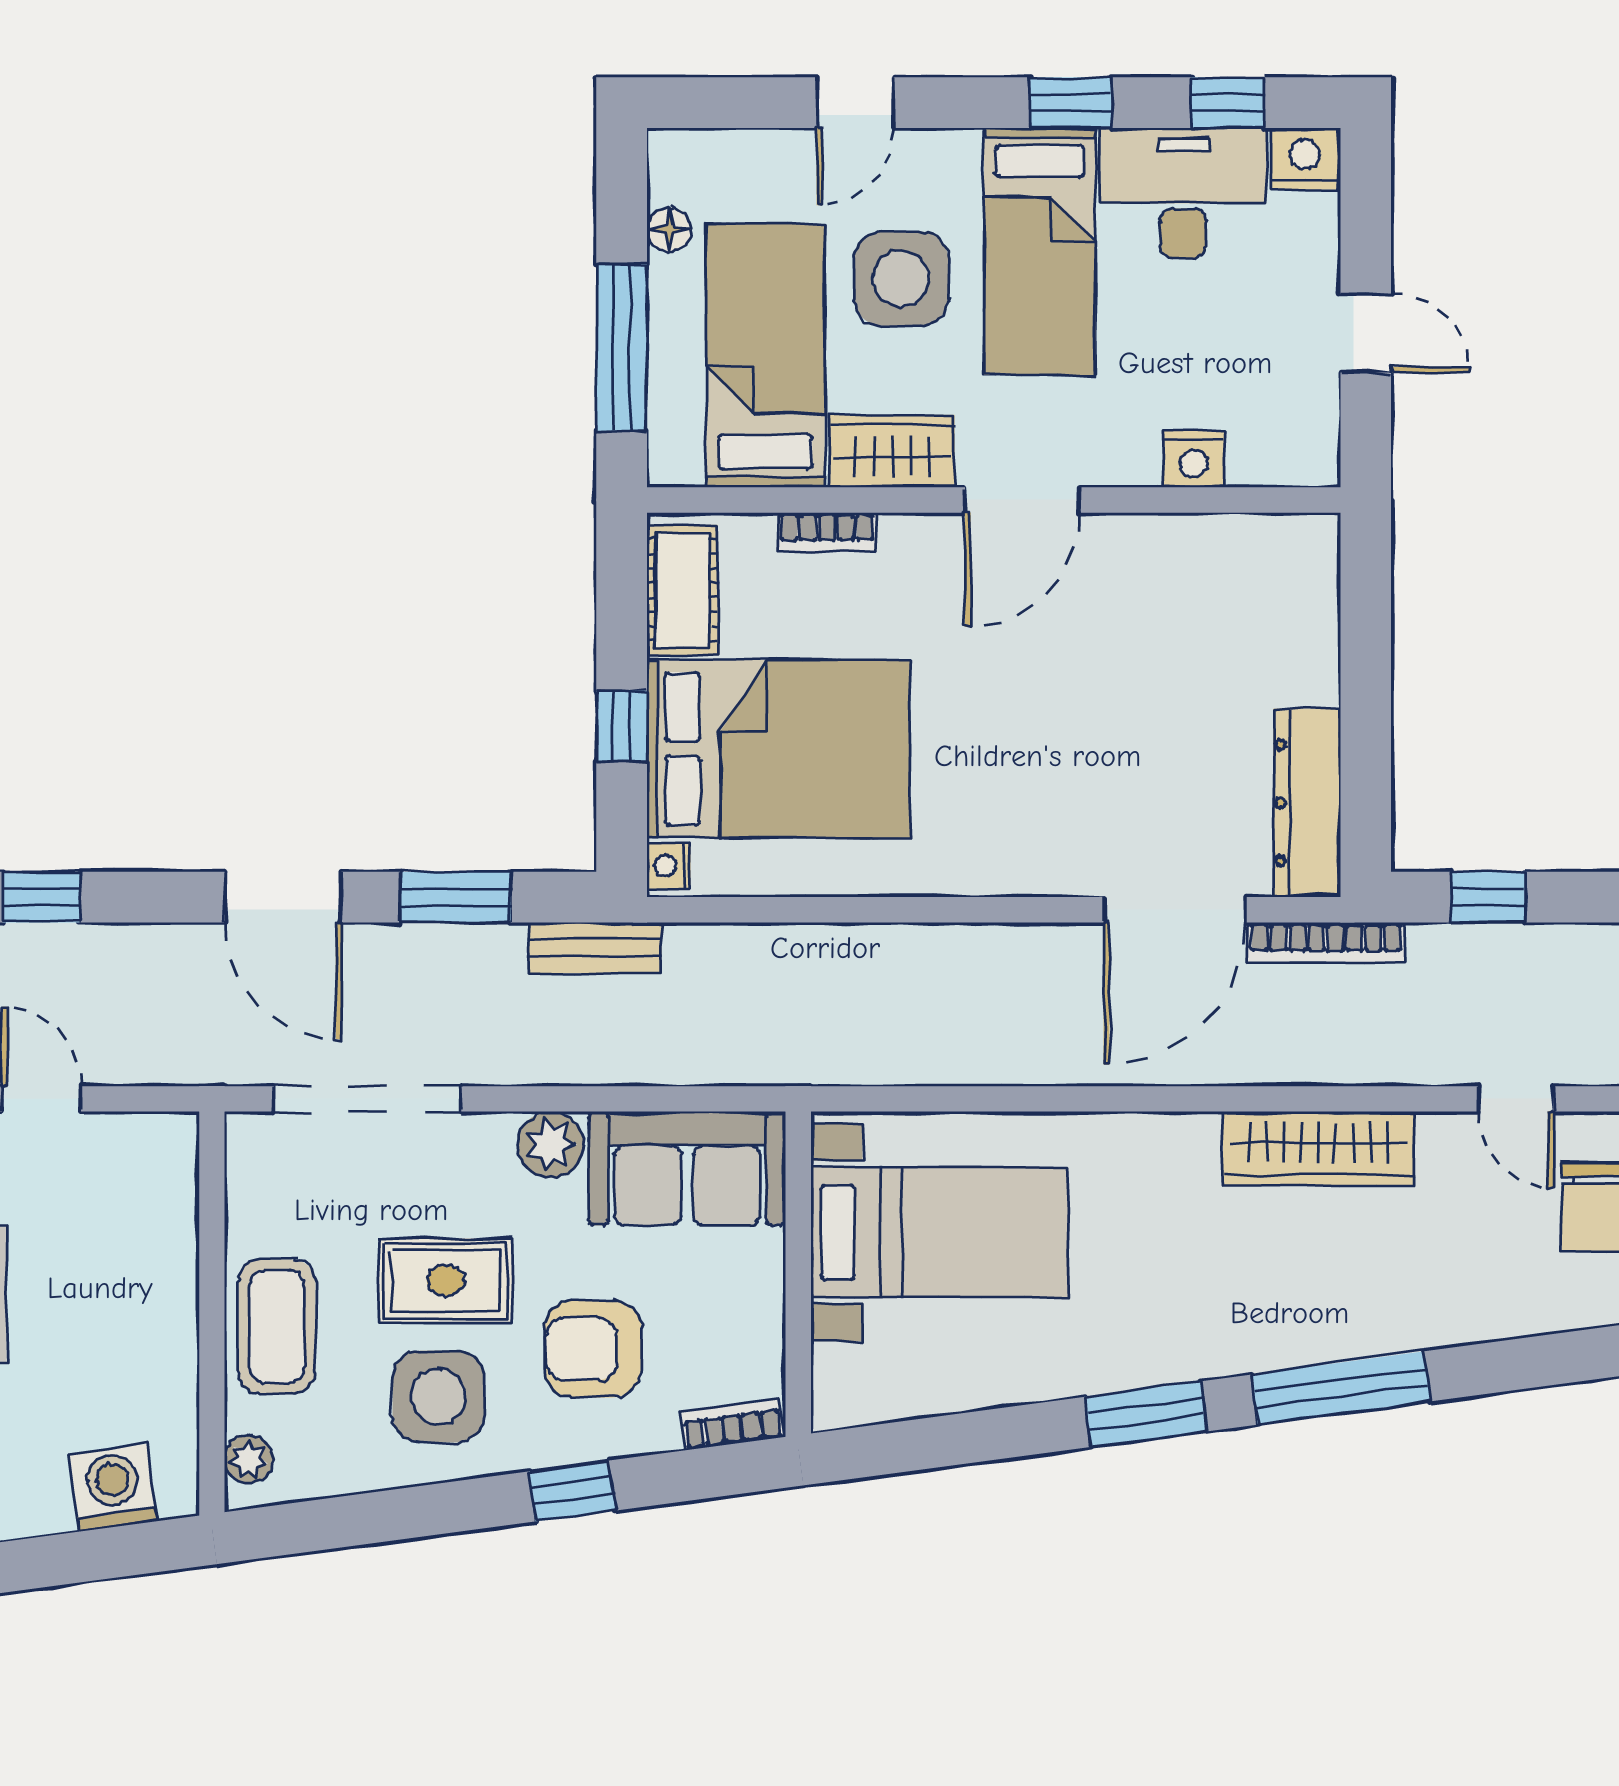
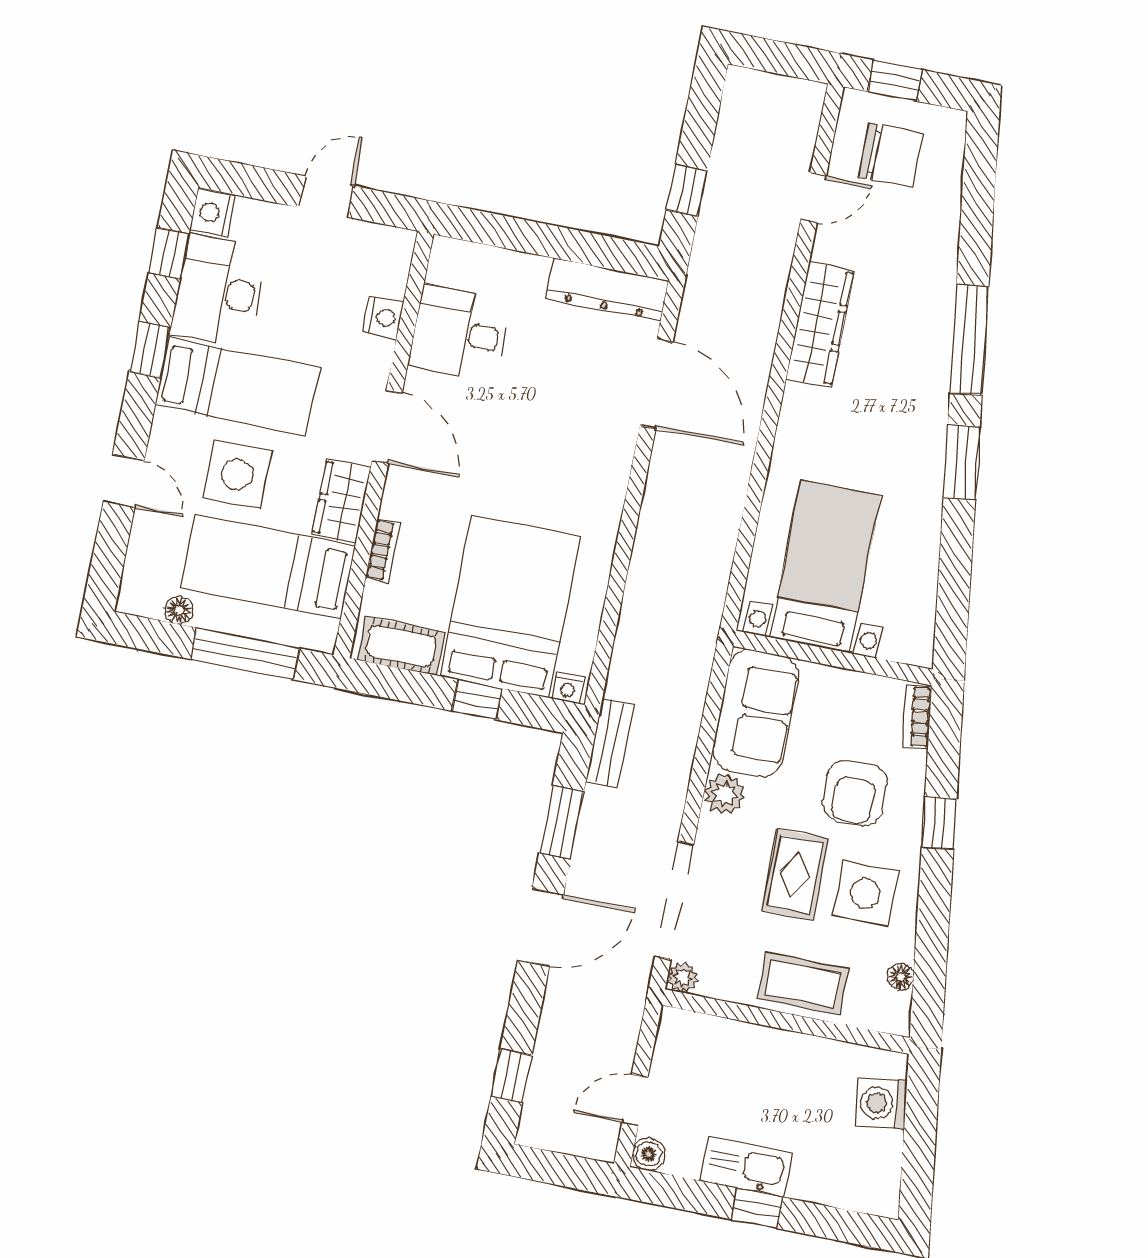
desk: (1193, 585) -> (460, 333), added
bookcase: (1326, 943) -> (695, 295), removed
plant: (249, 1459) -> (683, 978), moved
floor lamp: (318, 1478) -> (901, 977), added

